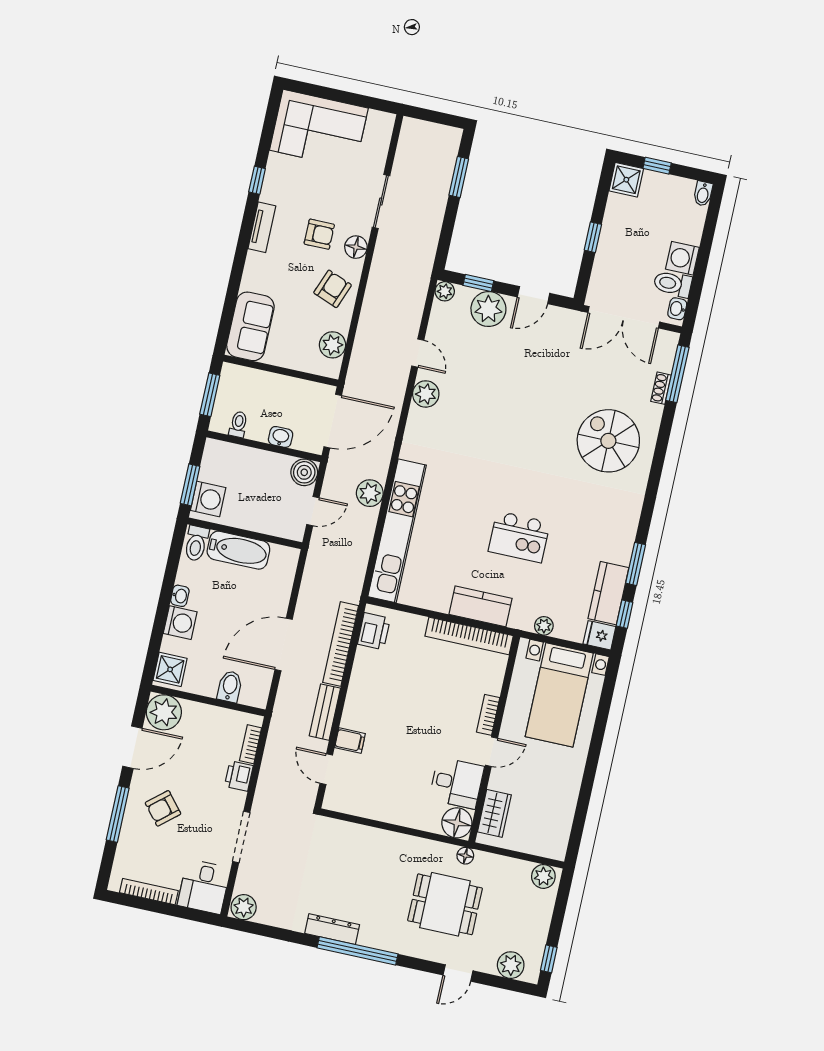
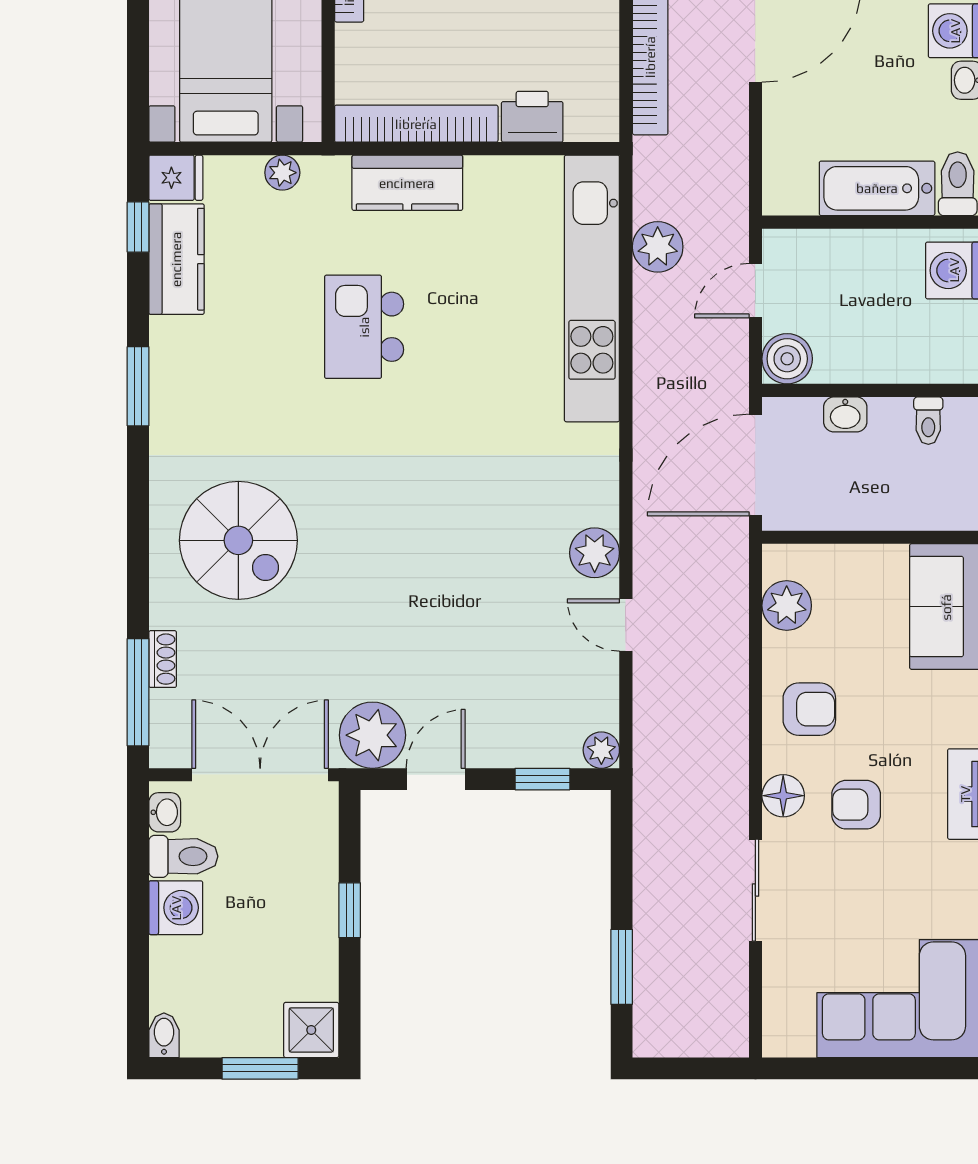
window: (657, 166) -> (260, 1068), width x1.50
armchair: (333, 289) -> (809, 709), turned -111
plant: (488, 309) -> (372, 735), moved
plant: (370, 493) -> (658, 247), moved
kitchen island: (519, 537) -> (364, 327), turned -90
window: (636, 564) -> (138, 386), moved
printer: (374, 631) -> (532, 117), moved, turned 90

